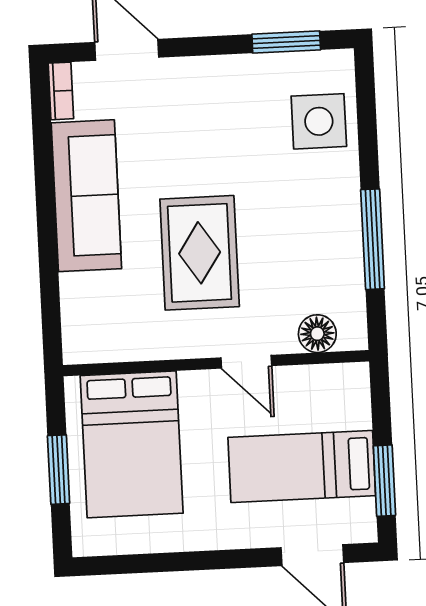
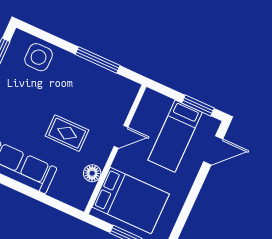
rug: (200, 253) -> (67, 133), width x0.73, depth x0.70
floor lamp: (317, 334) -> (92, 173), moved

